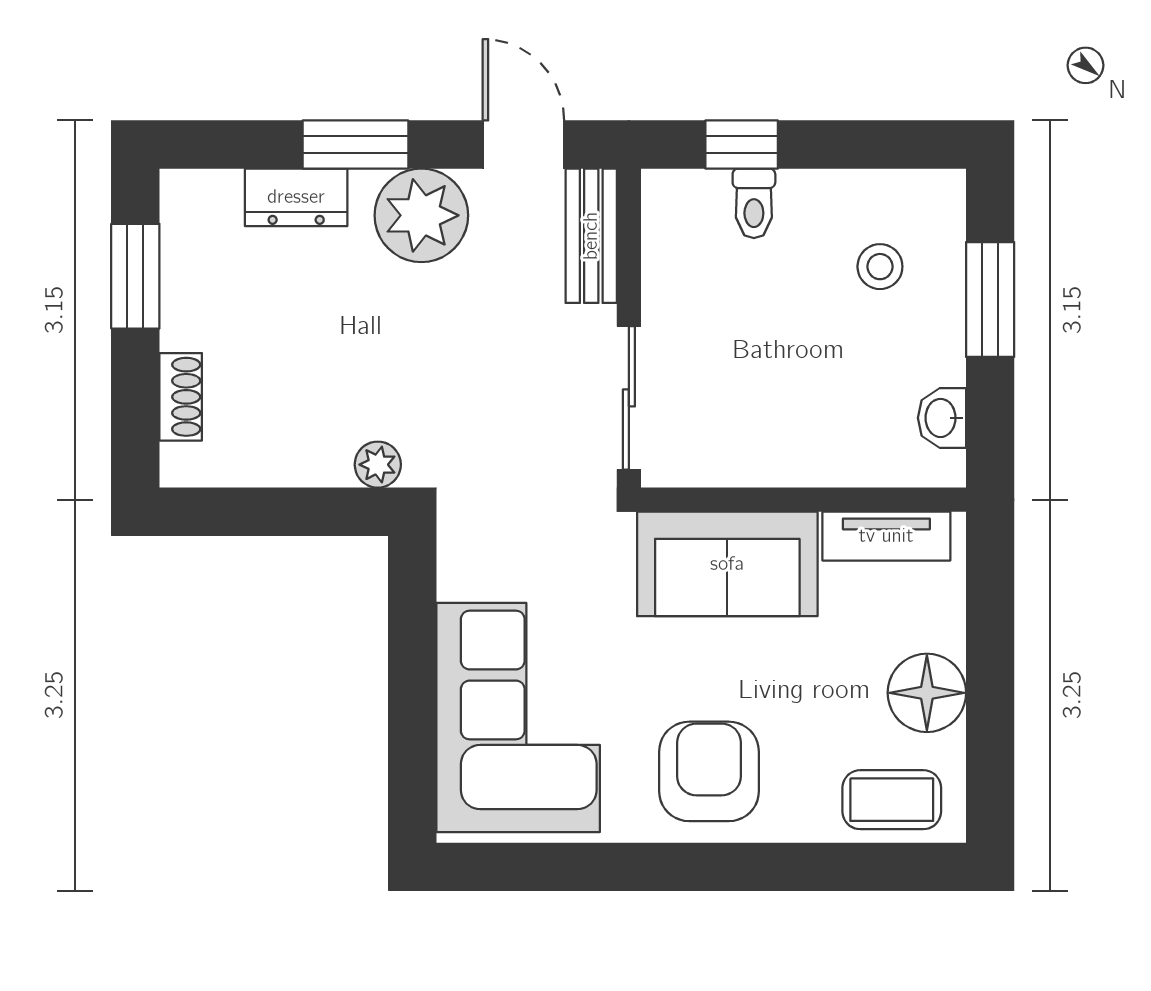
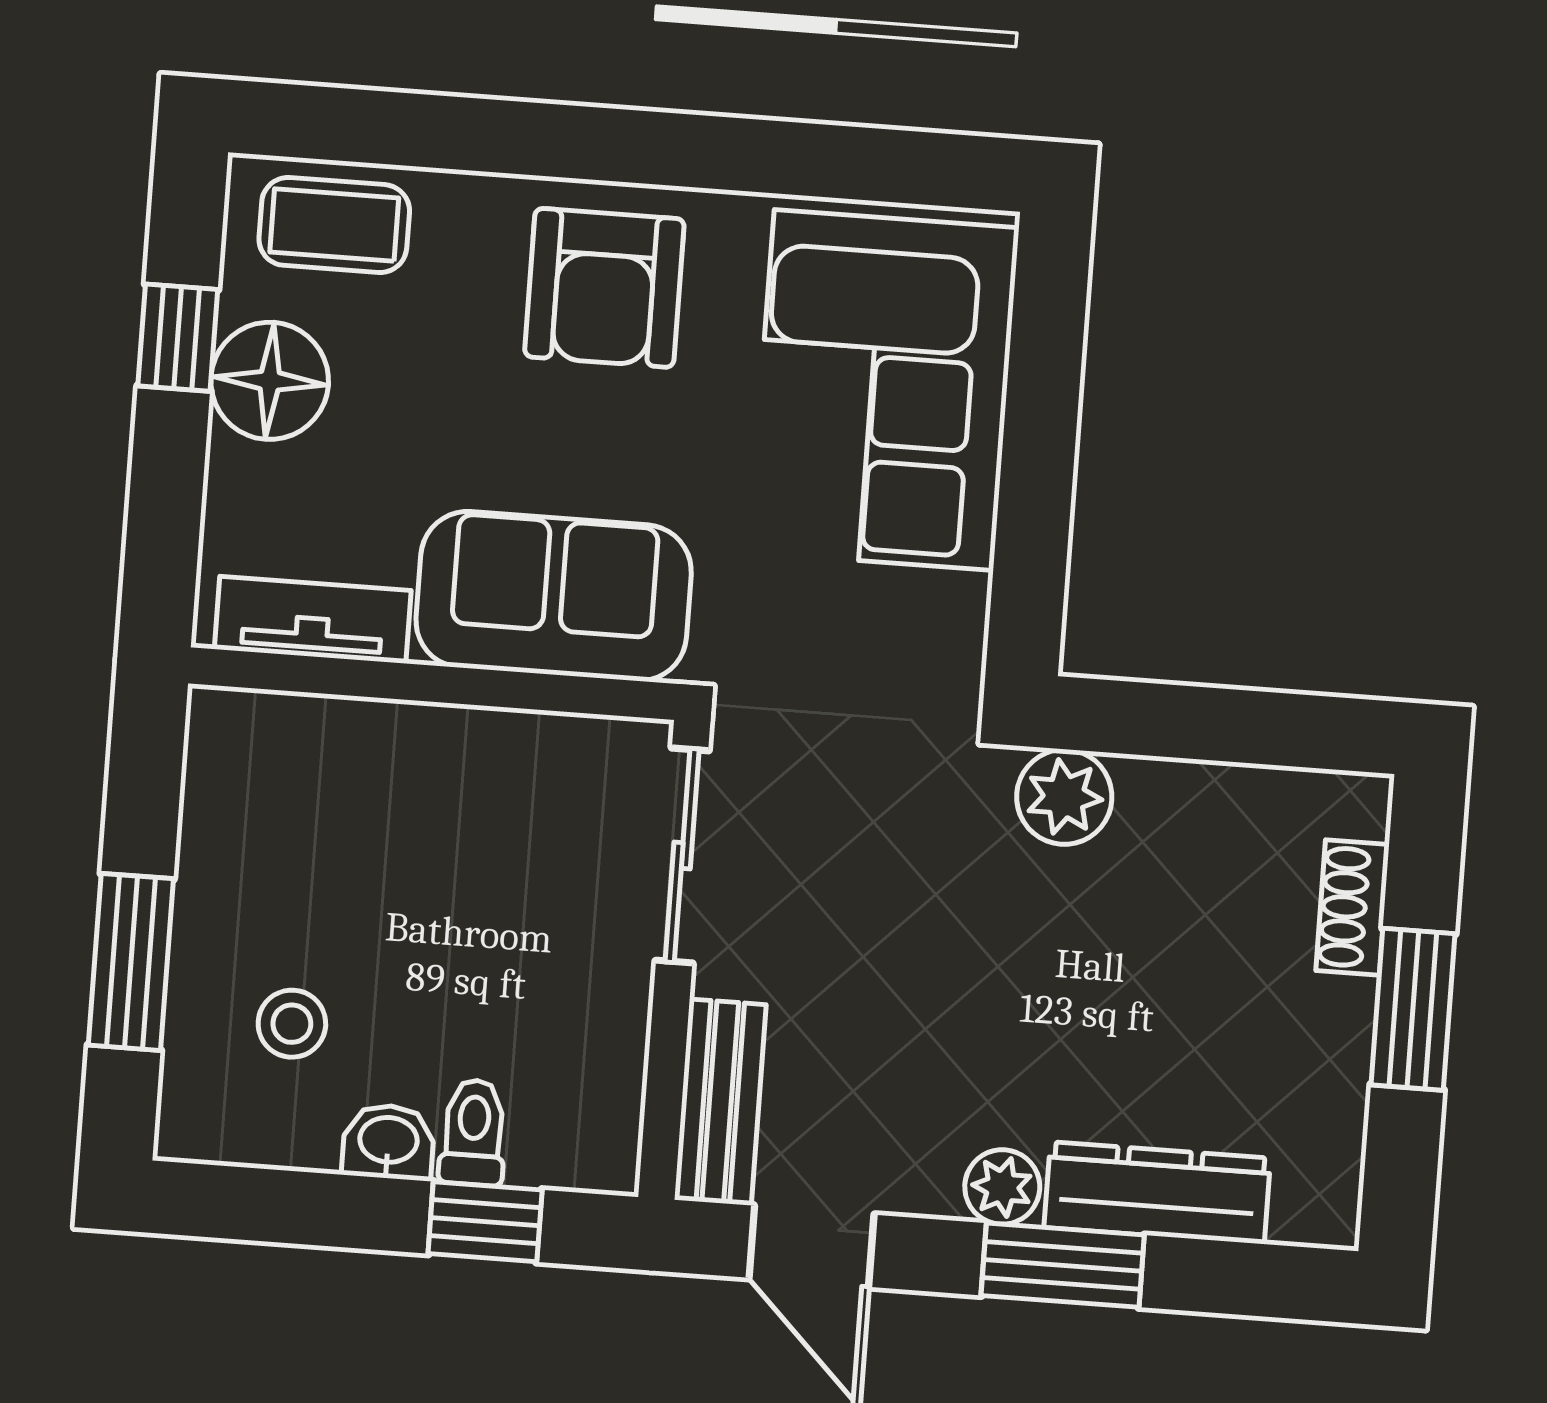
dresser: (296, 197) -> (1157, 1193), width x1.44
plant: (421, 215) -> (1002, 1187), width x0.53, depth x0.53
window: (135, 276) -> (1413, 1009), moved
washbasin: (942, 418) -> (388, 1142), moved, turned -90
plant: (378, 465) -> (1064, 797), width x1.38, depth x1.38
window: (990, 717) -> (178, 338), added

